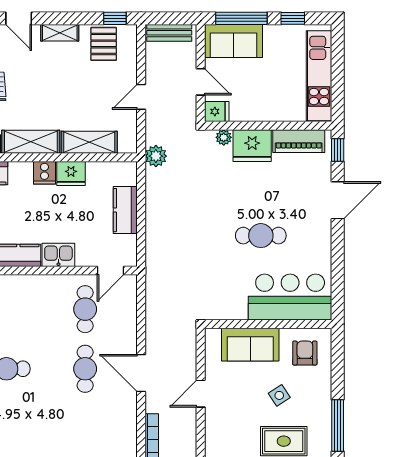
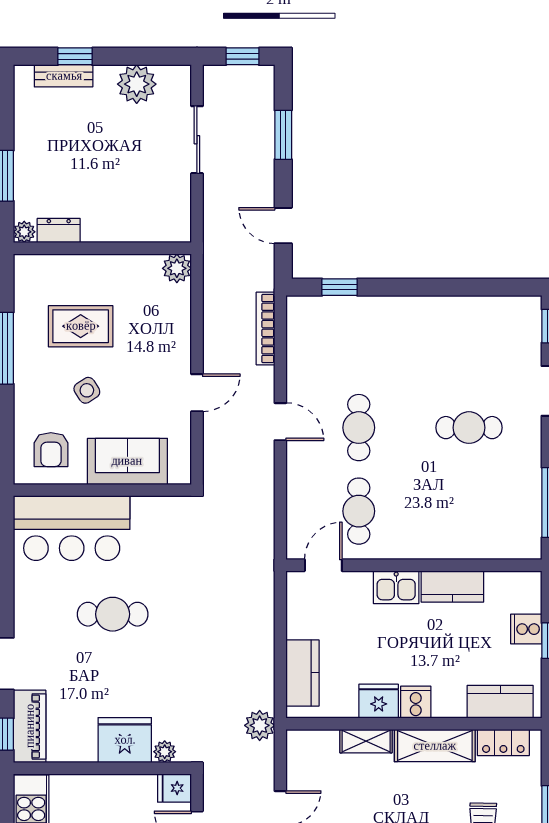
piano: (299, 141) -> (30, 726), moved, turned 90
shelving: (89, 142) -> (366, 741), width x0.67, depth x0.75
kitchen counter: (125, 210) -> (303, 673), moved
door: (141, 373) -> (280, 422), width x0.73

